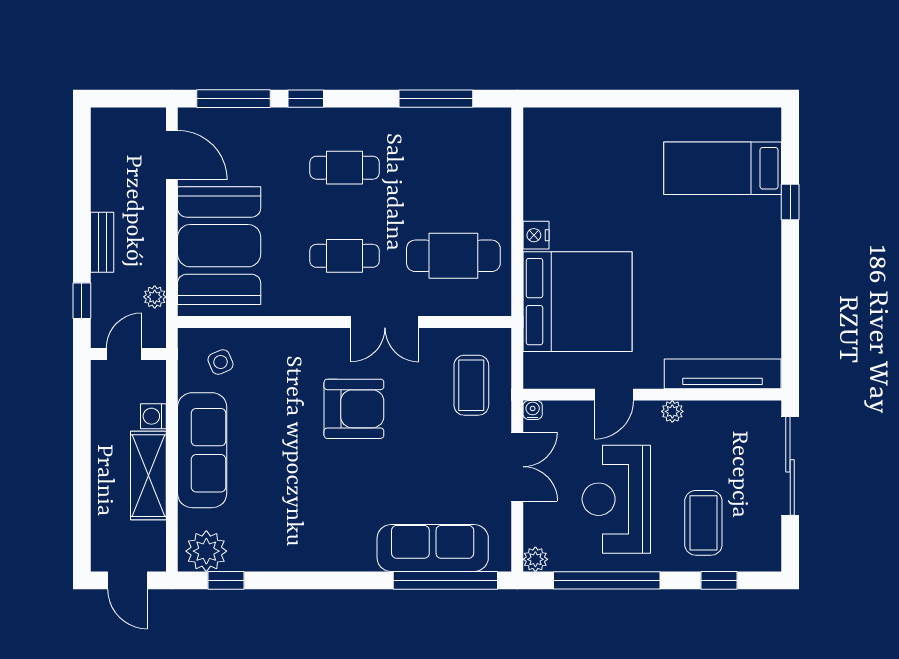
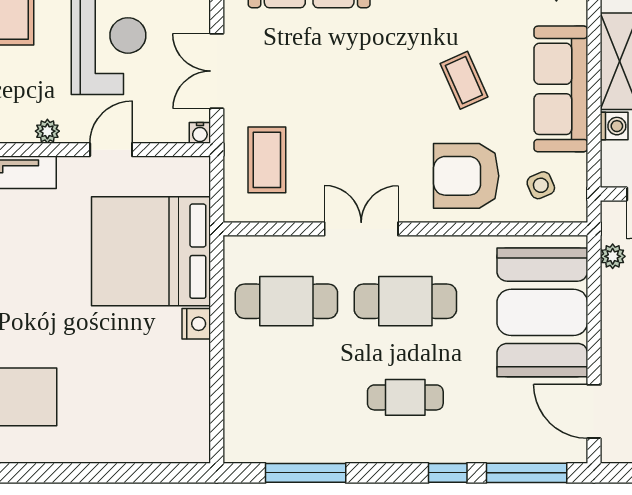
cafe table: (345, 256) -> (405, 301), width x1.37, depth x1.35
armchair: (354, 409) -> (466, 176), moved
coffee table: (291, 458) -> (464, 80), added

